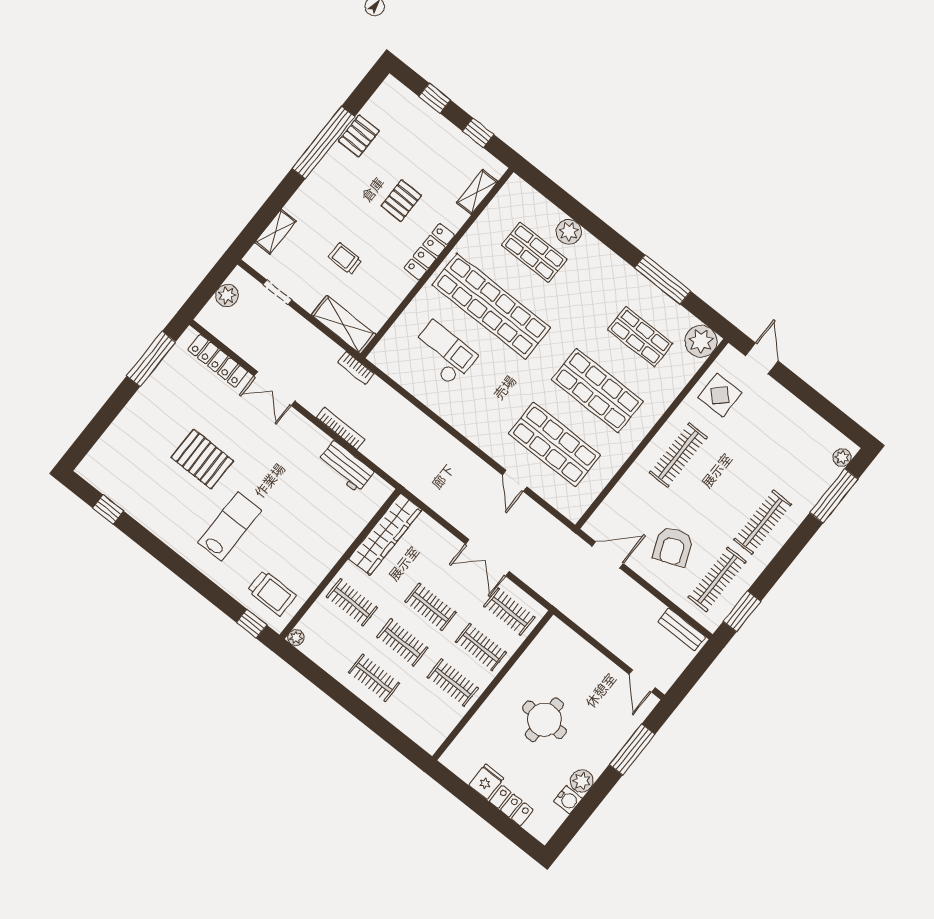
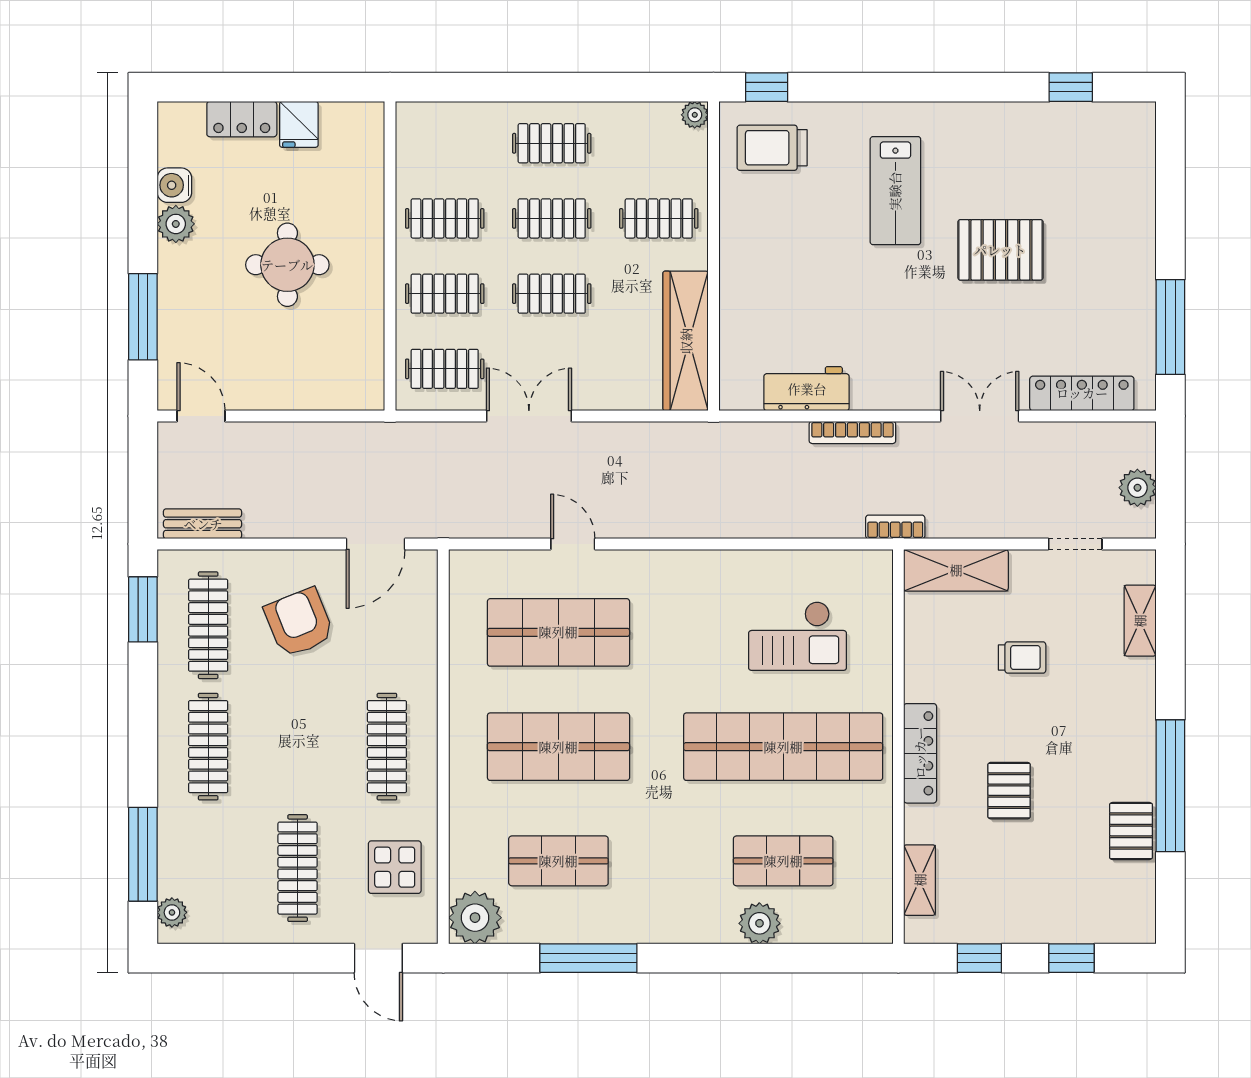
clothes rail: (766, 431) -> (298, 868), added

